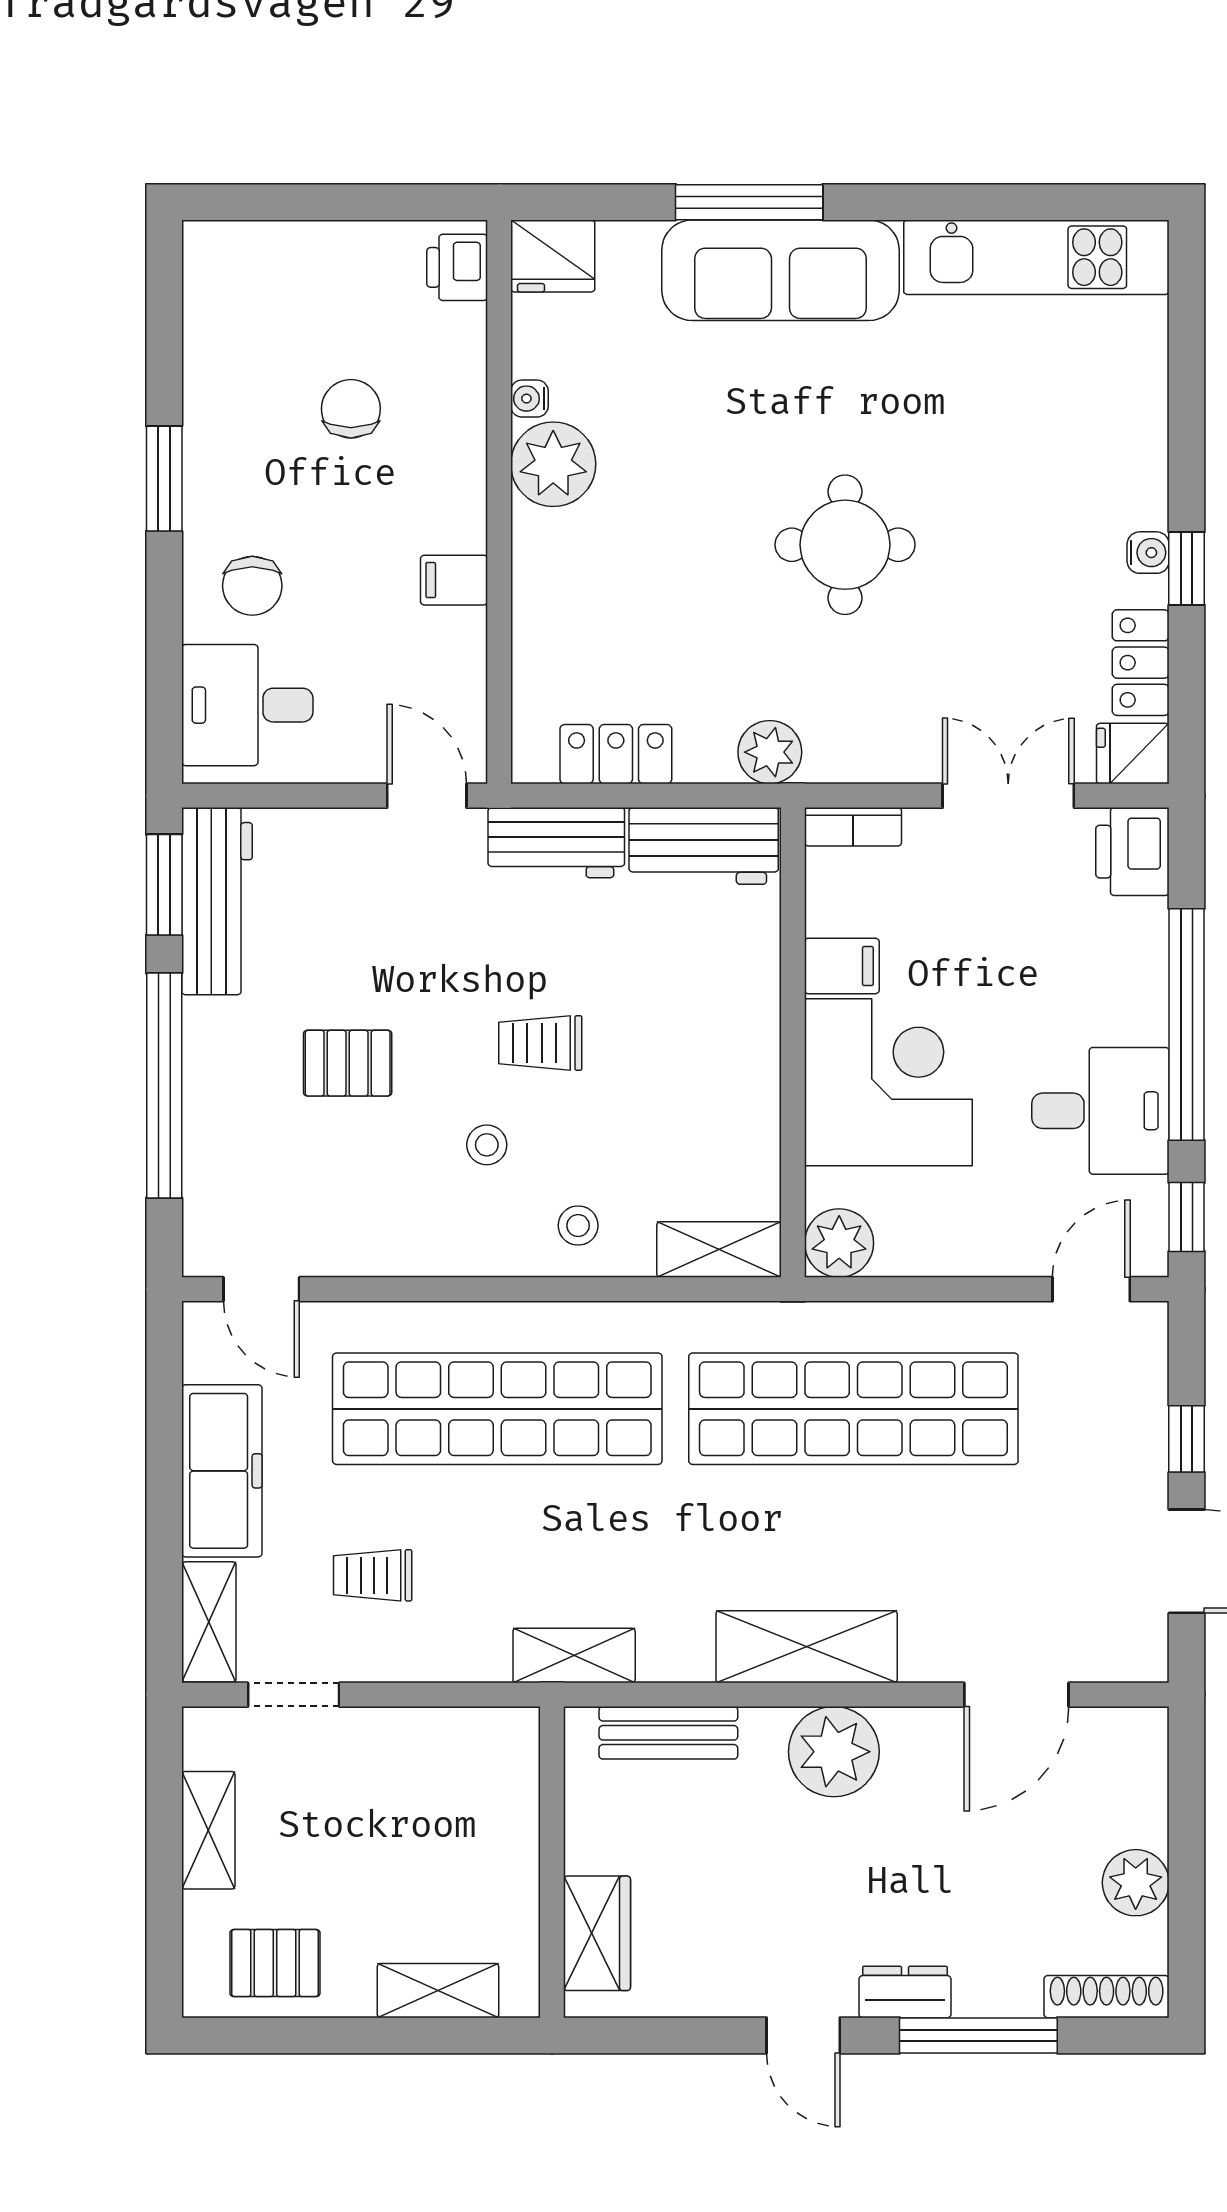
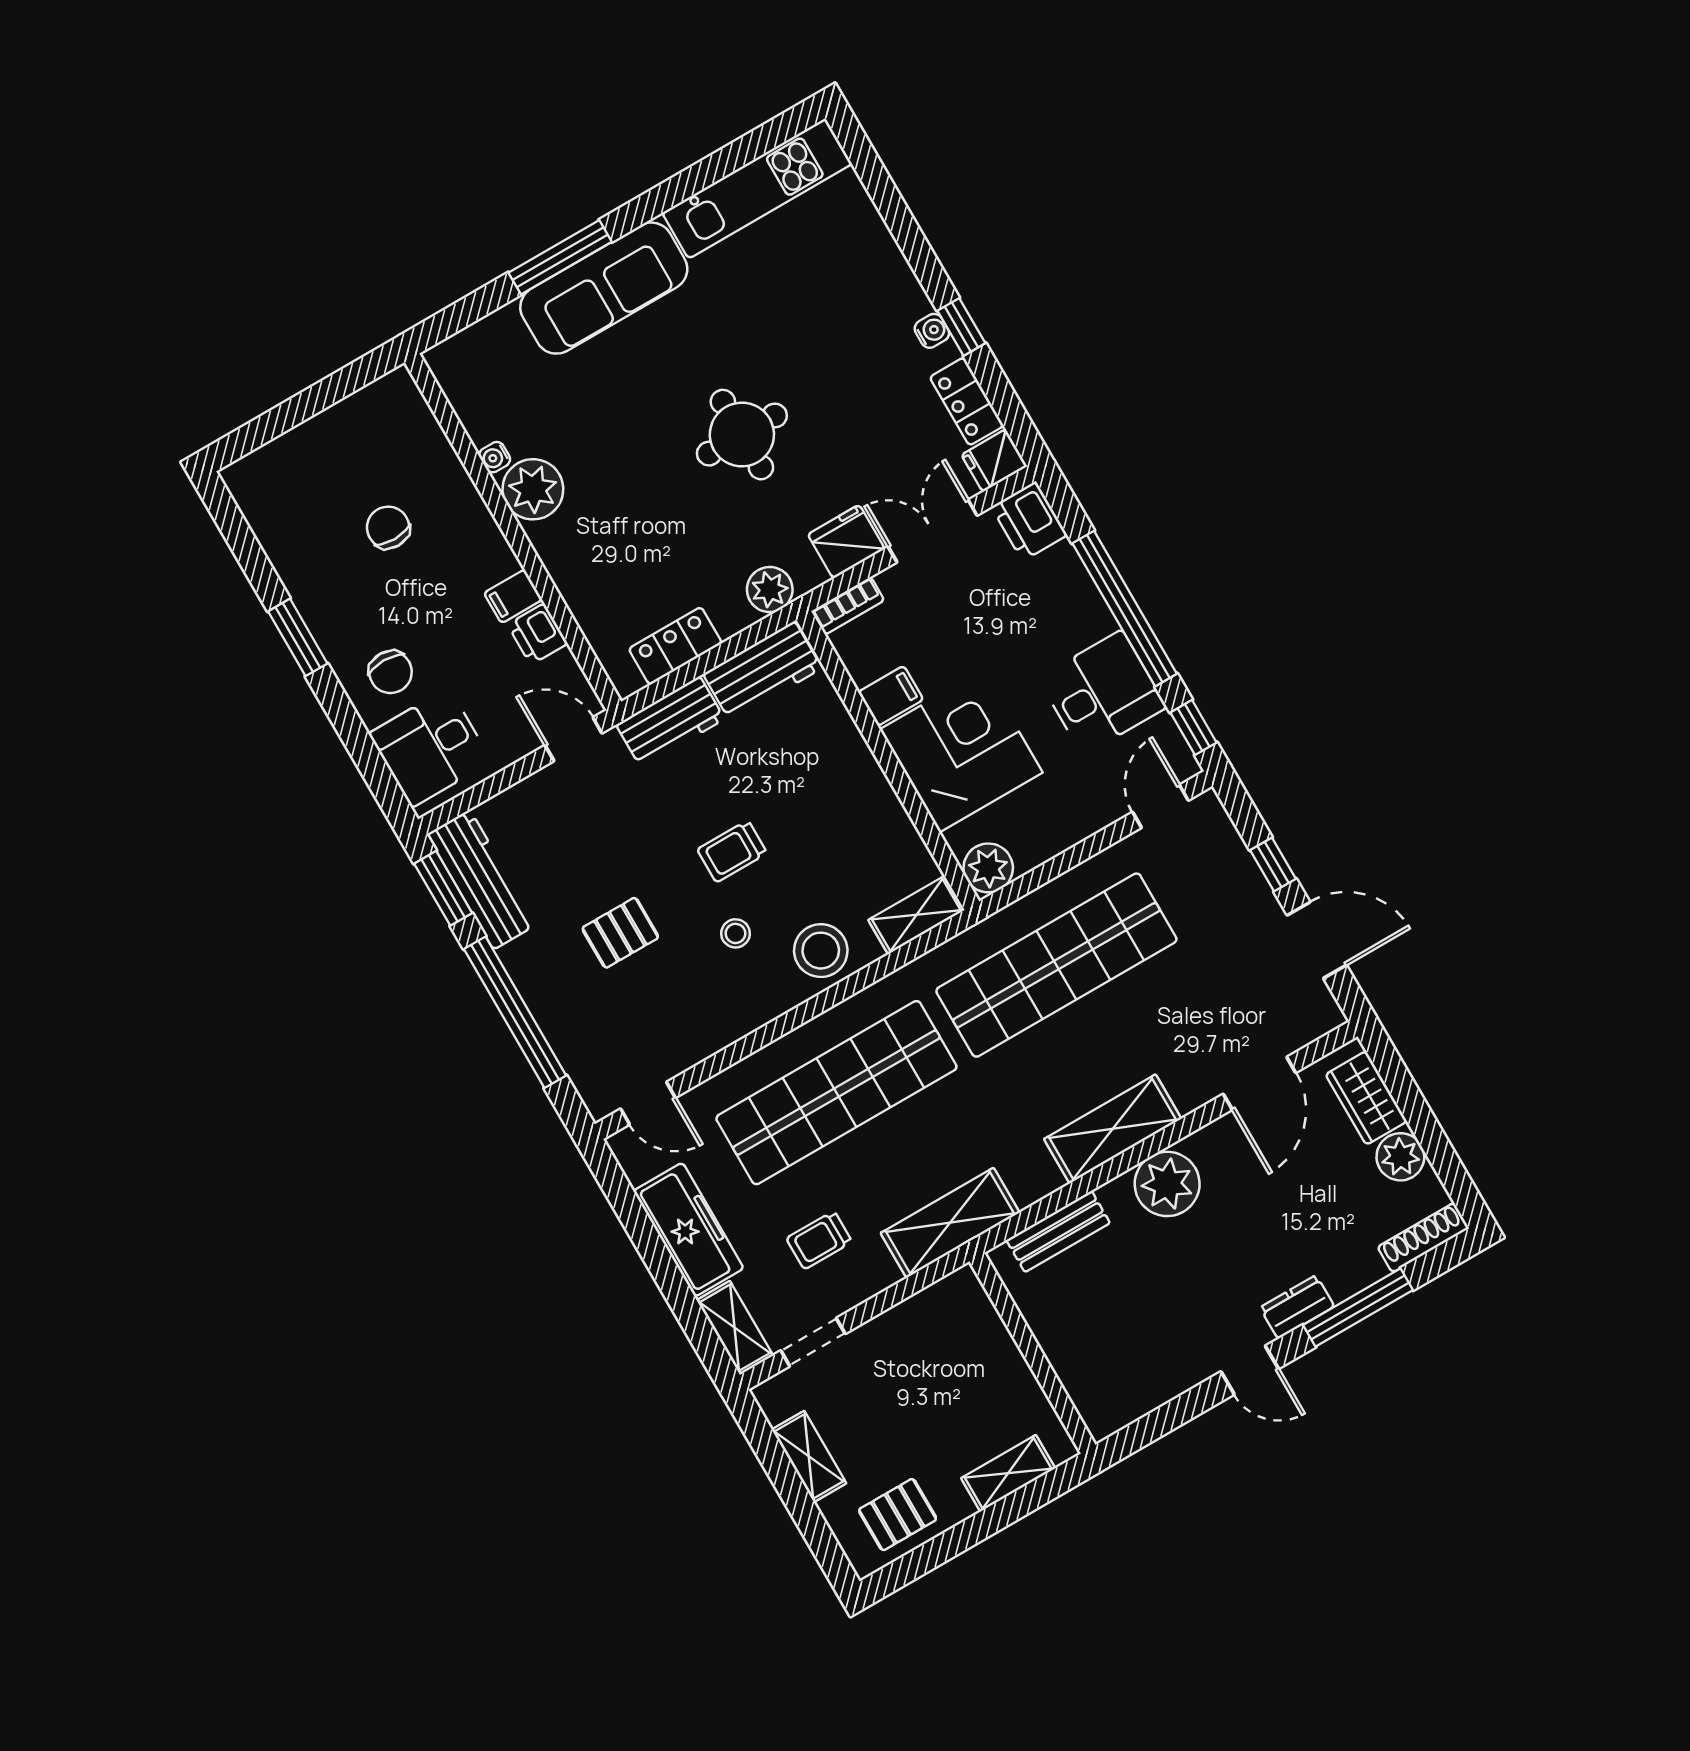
fridge: (553, 256) -> (846, 542), moved, turned 180
printer: (457, 267) -> (538, 634), moved
stool: (578, 1226) -> (821, 951), width x1.89, depth x1.89
shelving: (574, 1655) -> (950, 1223), width x1.50, depth x1.33
wardrobe: (597, 1933) -> (1366, 1098), moved, turned 180

